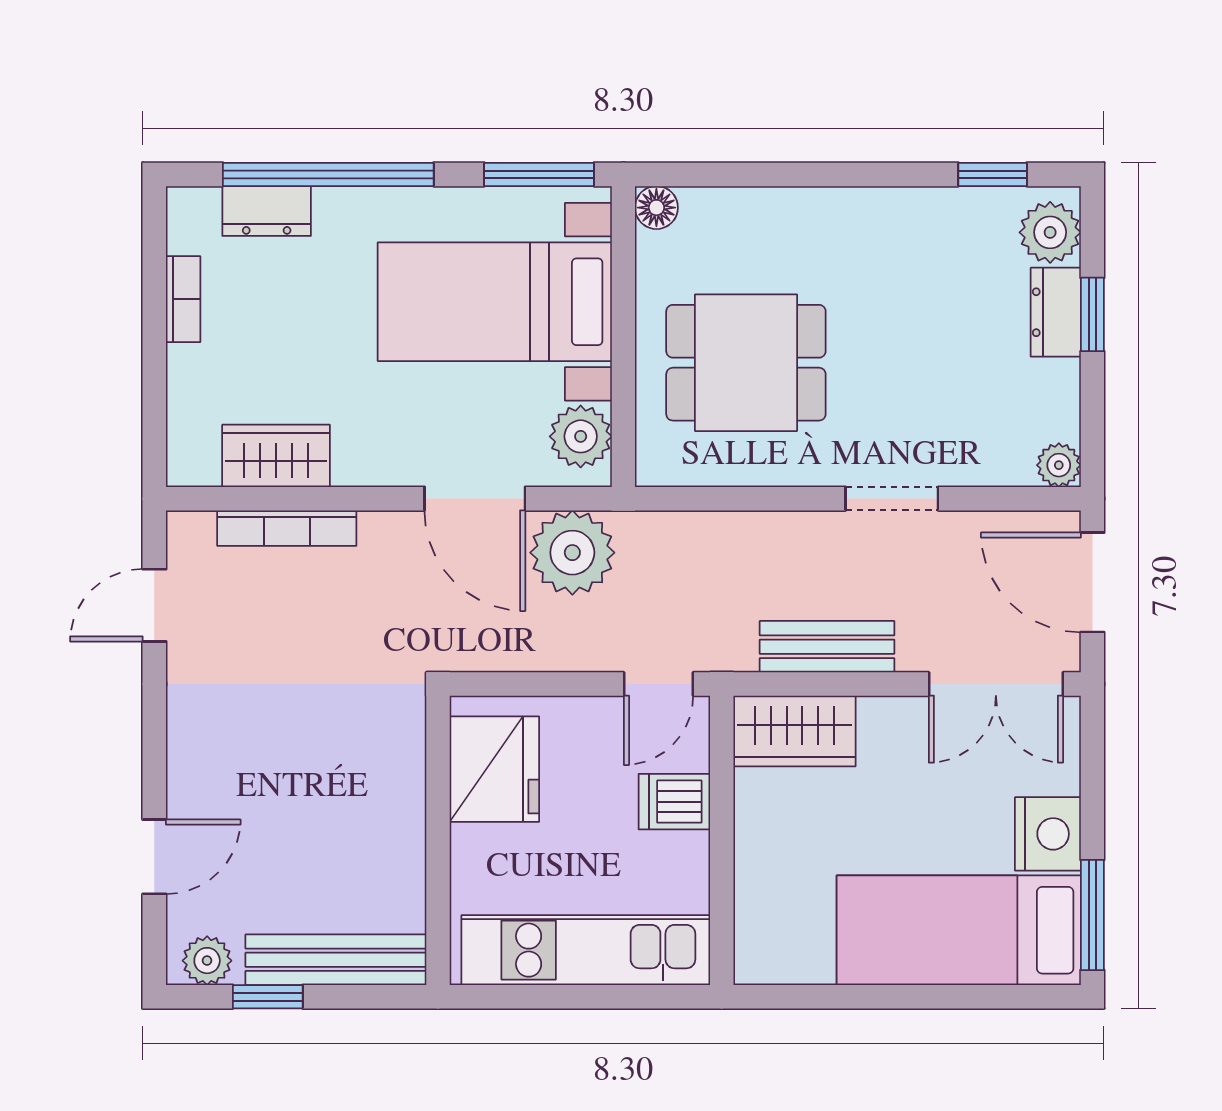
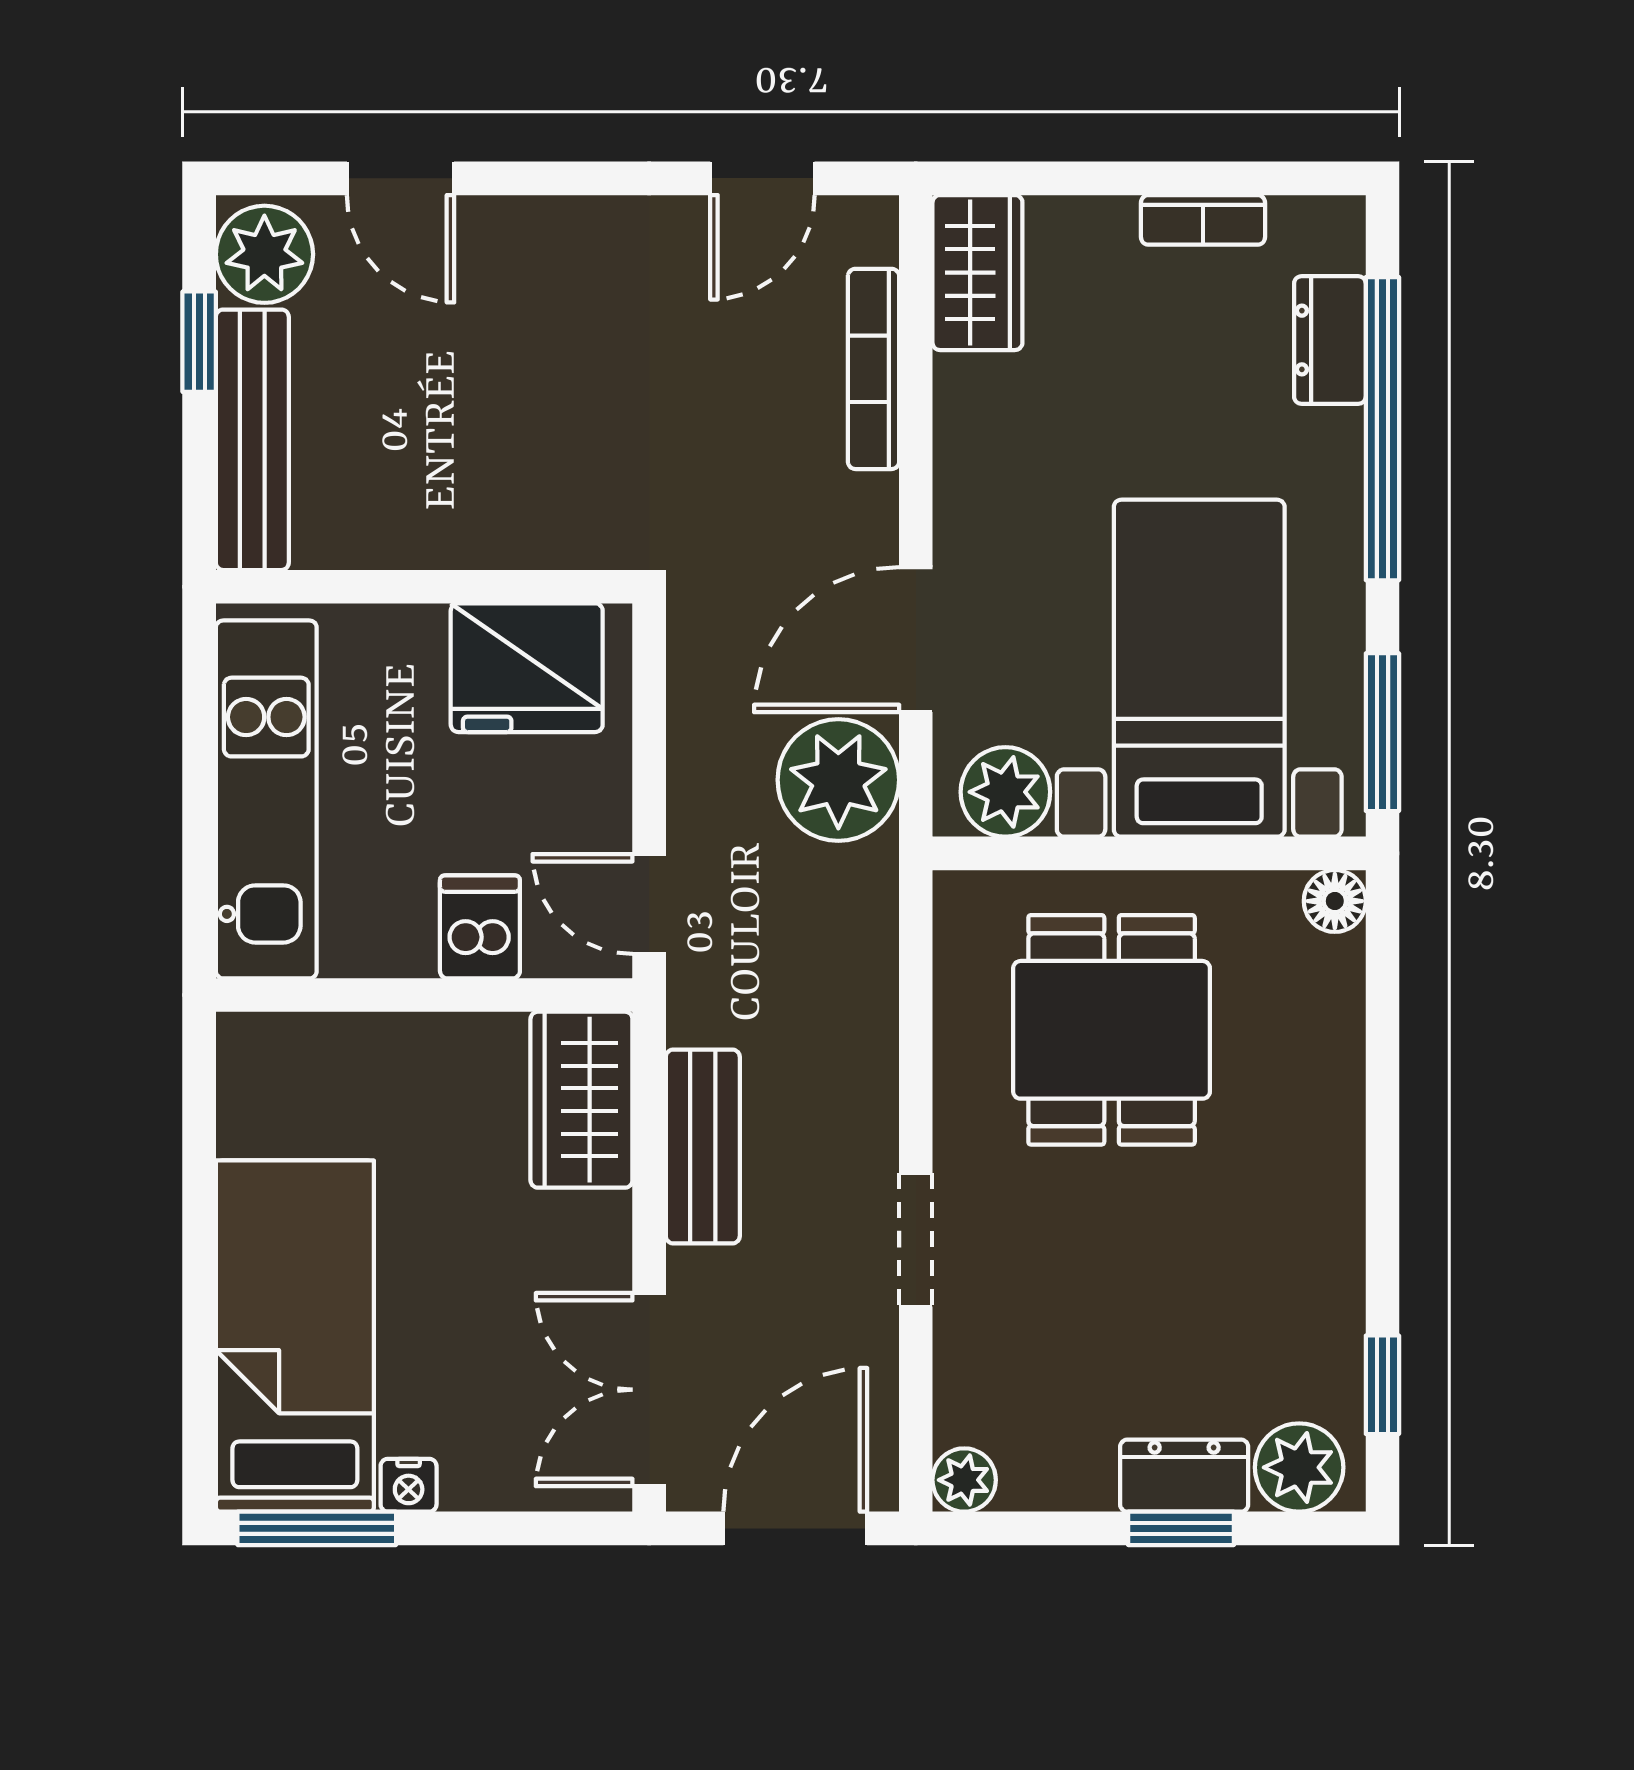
wardrobe: (276, 456) -> (977, 273), moved
door: (154, 605) -> (762, 178), swing flipped
nightstand: (1048, 834) -> (409, 1485), width x0.53, depth x0.56
plant: (207, 961) -> (264, 254), width x1.38, depth x1.38

